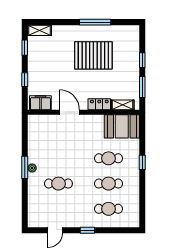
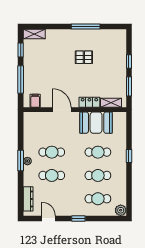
pallet: (93, 55) -> (84, 57), width x0.49, depth x0.50
window: (25, 80) -> (21, 79), width x2.17
filing cabinet: (40, 103) -> (35, 101), width x0.50
booth: (122, 126) -> (96, 123), moved
cafe table: (58, 158) -> (52, 152), added
dresser: (33, 209) -> (28, 199), added
plant: (133, 221) -> (121, 210), added
door: (55, 230) -> (49, 219), swing flipped

